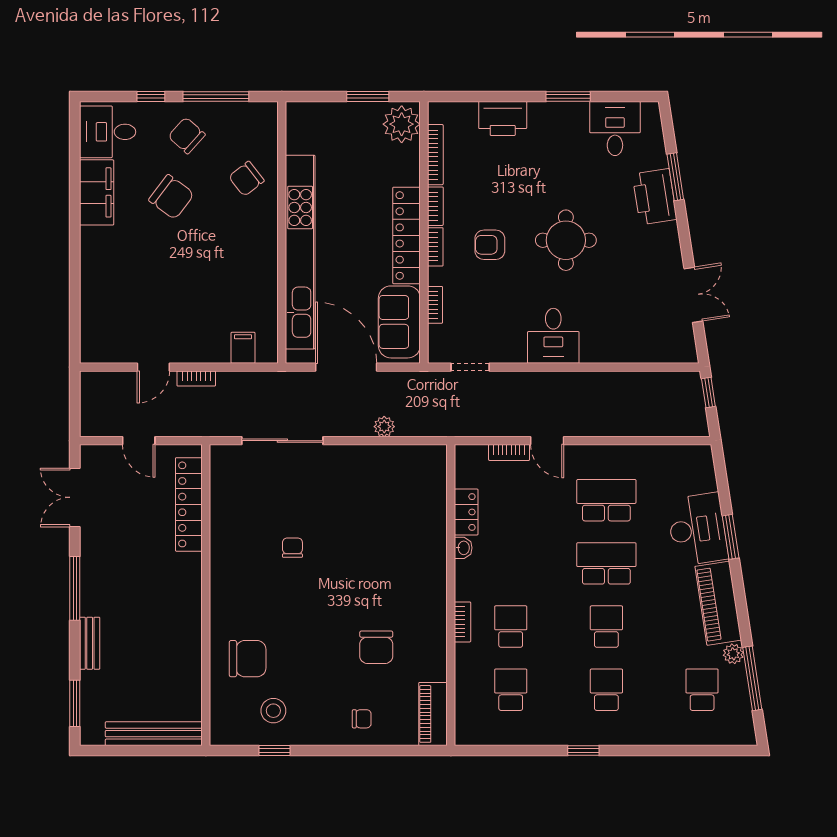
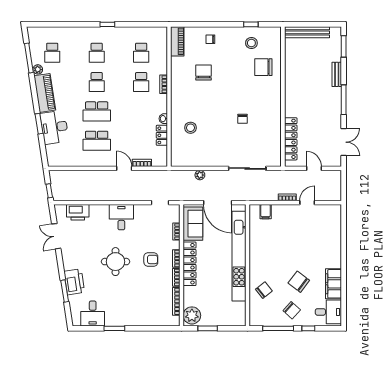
printer: (503, 118) -> (78, 212), moved, turned 180
stool: (405, 528) -> (190, 128), added

